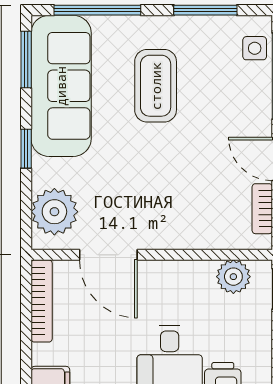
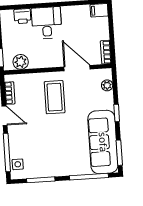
coffee table: (156, 86) -> (55, 97), moved
plant: (54, 212) -> (107, 85), width x0.53, depth x0.53
bookcase: (42, 301) -> (106, 52), width x0.64

